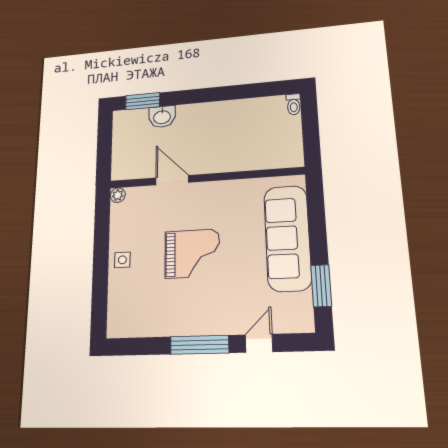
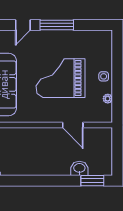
plant: (118, 195) -> (108, 99), moved
grand piano: (192, 254) -> (61, 78), width x1.37, depth x1.48

